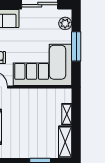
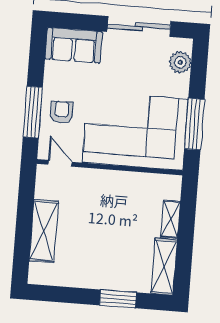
window: (76, 46) -> (194, 124), moved

